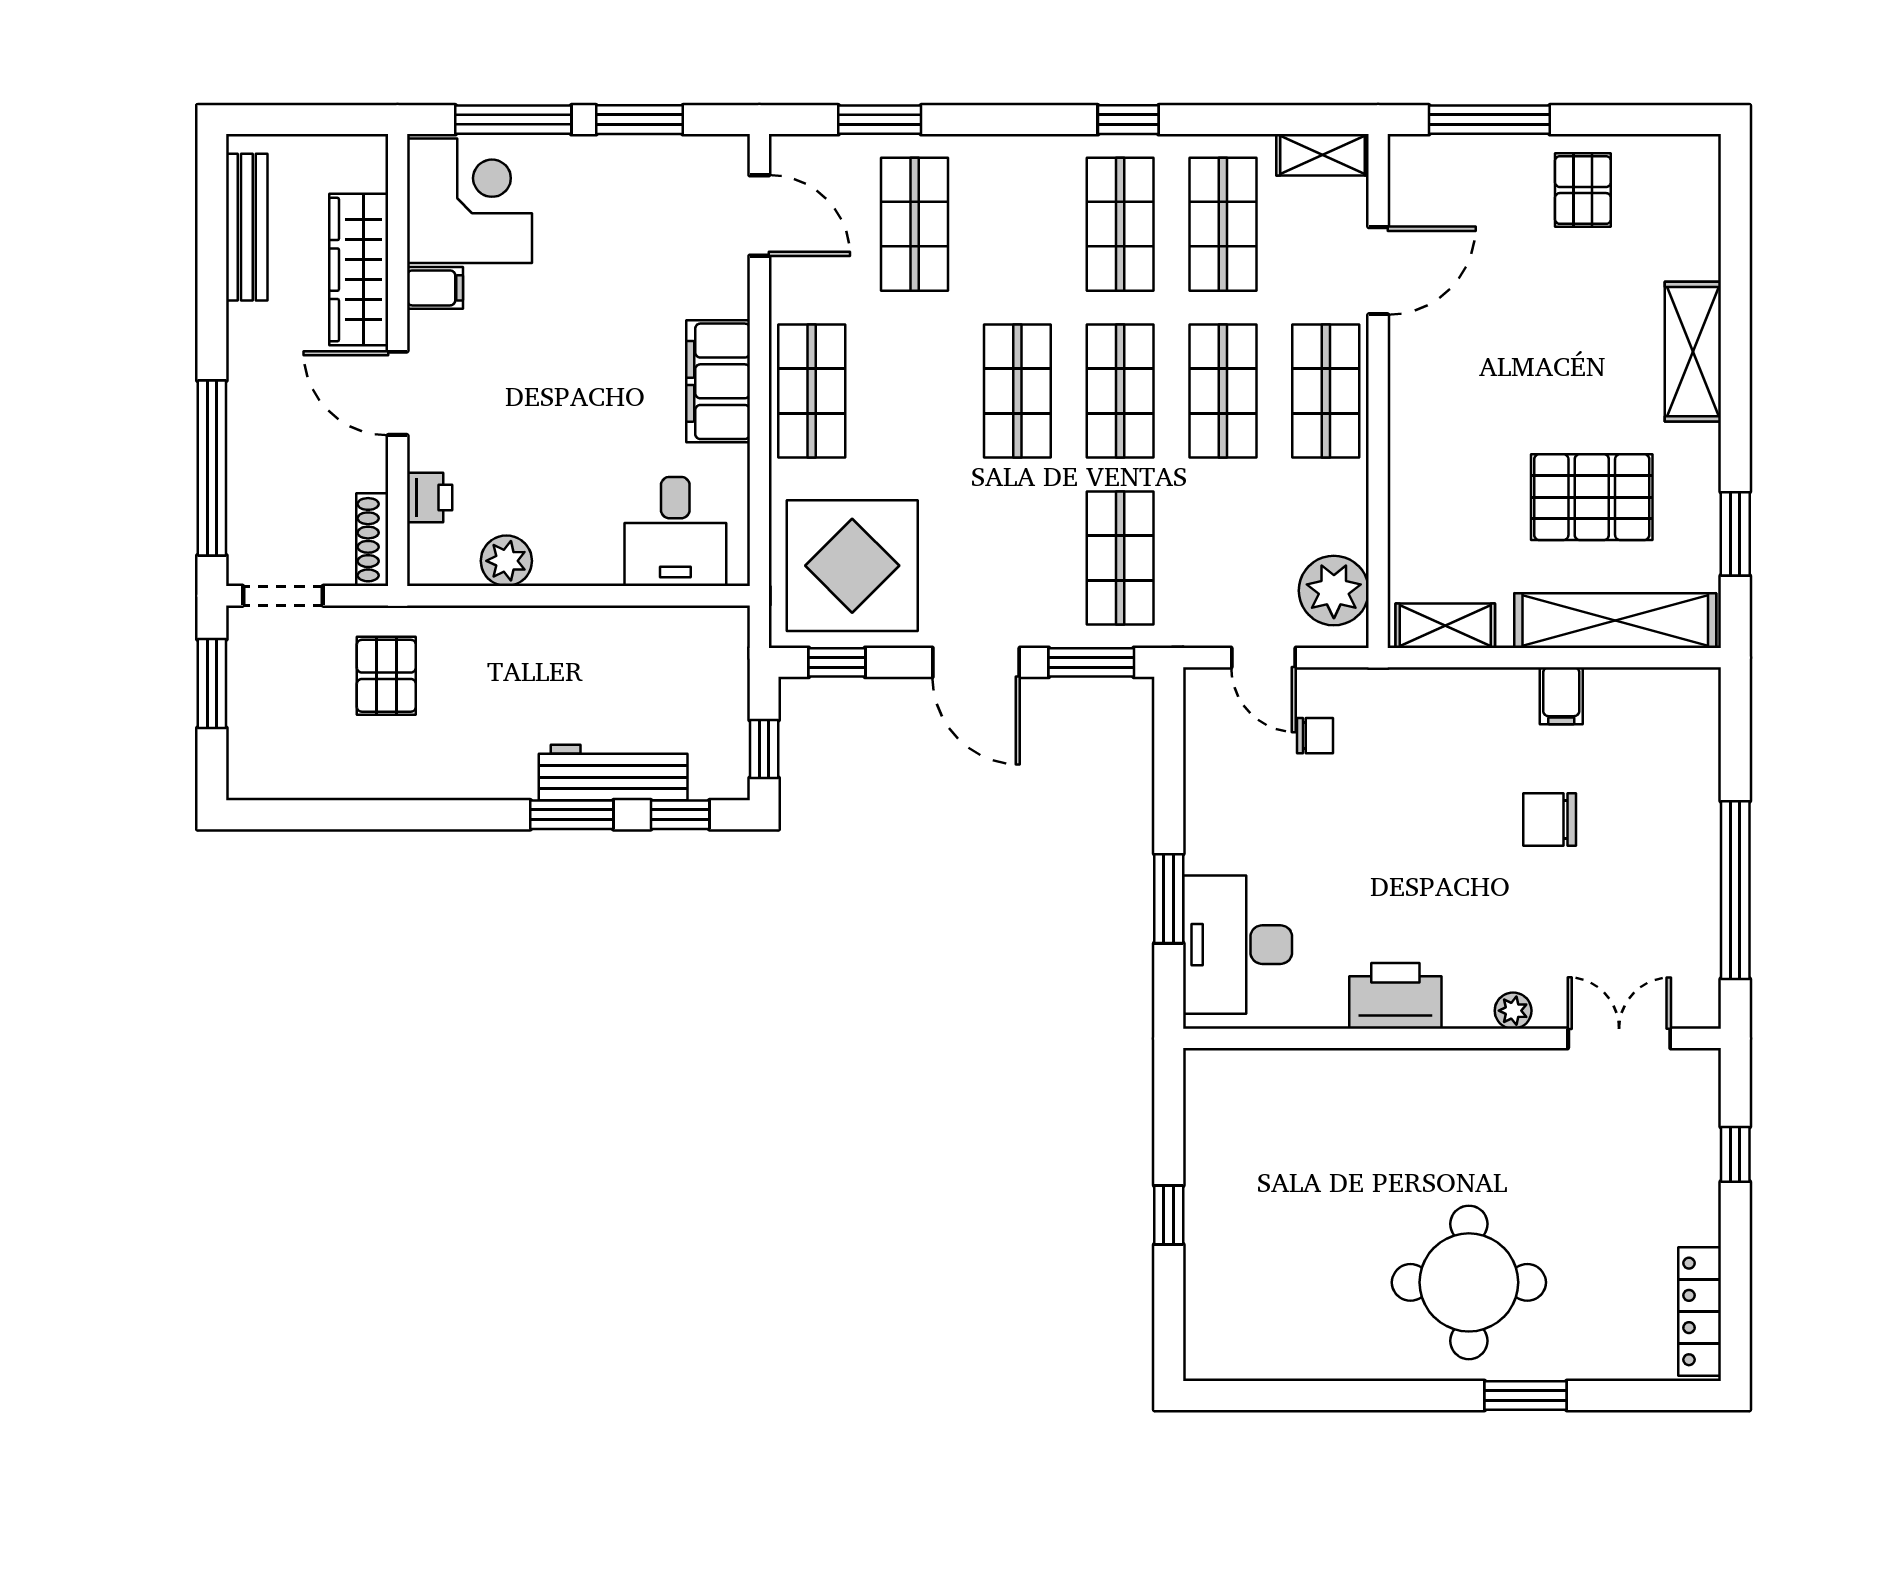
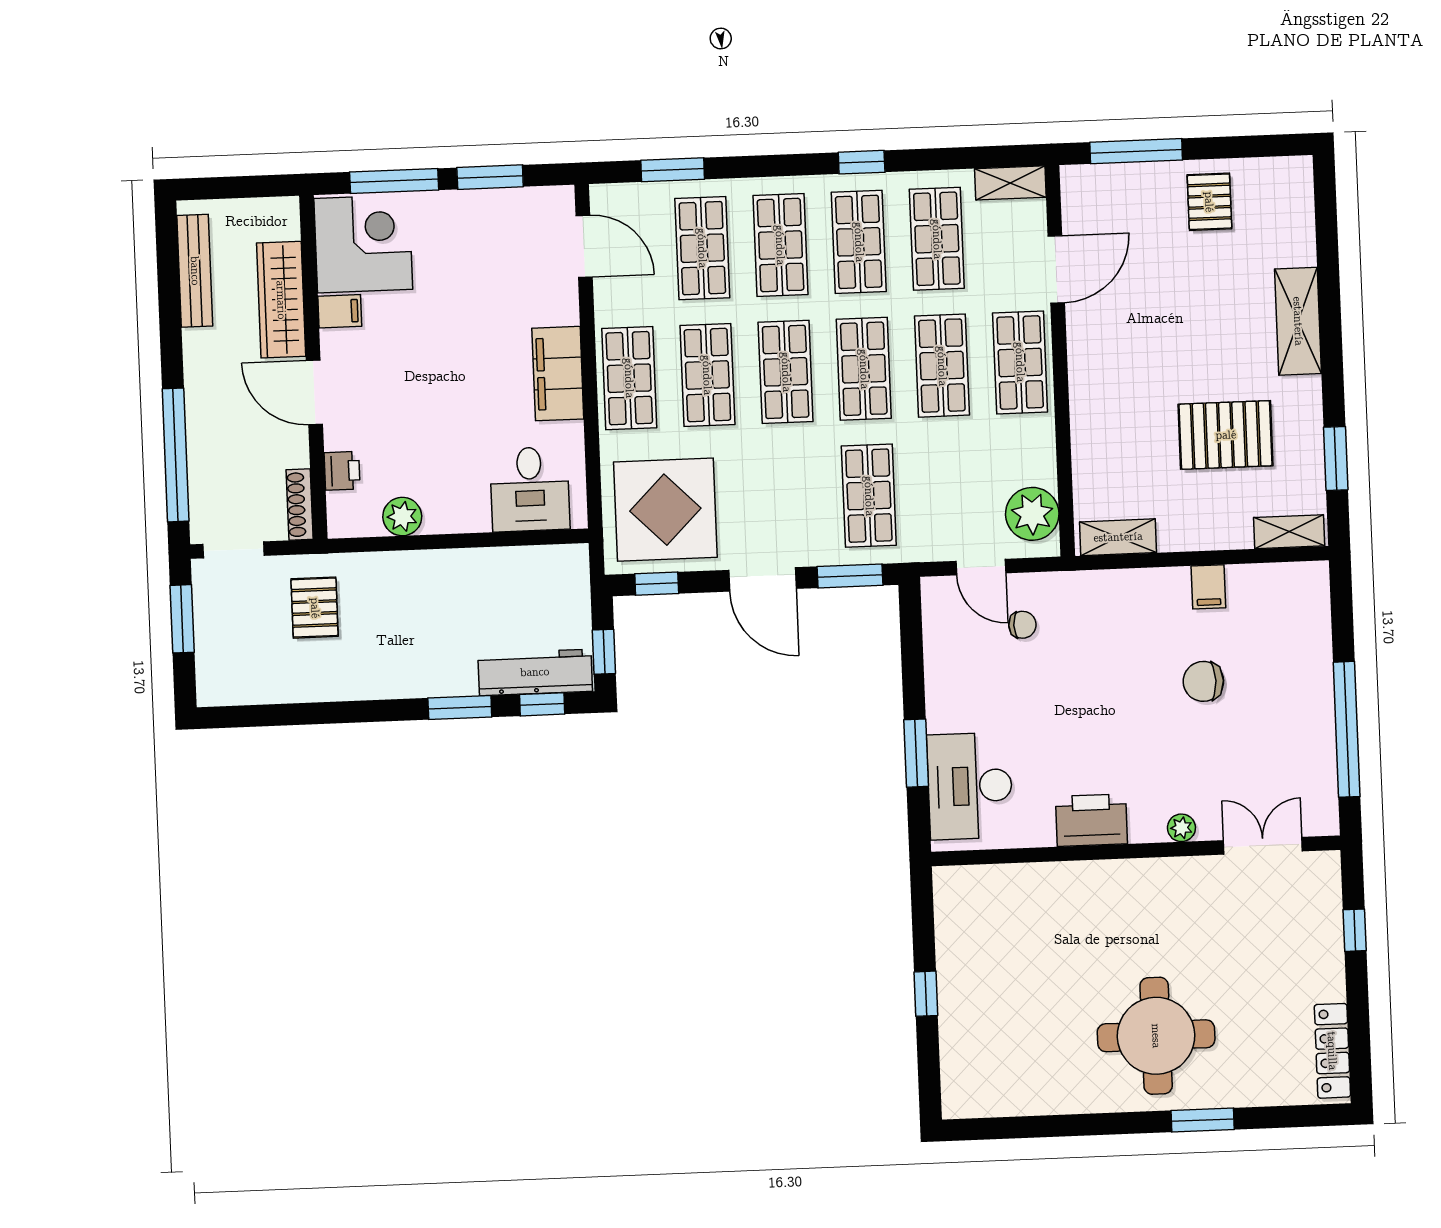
shop shelf: (1017, 224) -> (780, 245), added
shop shelf: (915, 391) -> (707, 375), added
shelving: (1615, 621) -> (1289, 532), width x0.45, depth x0.75
workbench: (613, 773) -> (535, 672), moved

